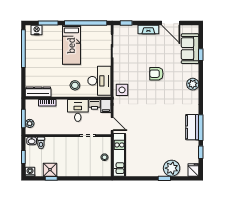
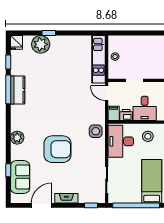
door: (171, 23) -> (42, 205), hinge flipped
armchair: (156, 74) -> (58, 149), width x1.88, depth x1.88

